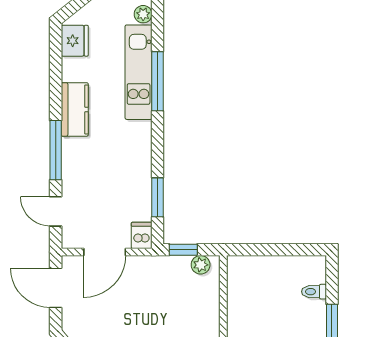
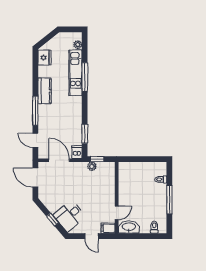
door: (105, 252) -> (59, 160), swing flipped
plant: (201, 265) -> (92, 166), moved

